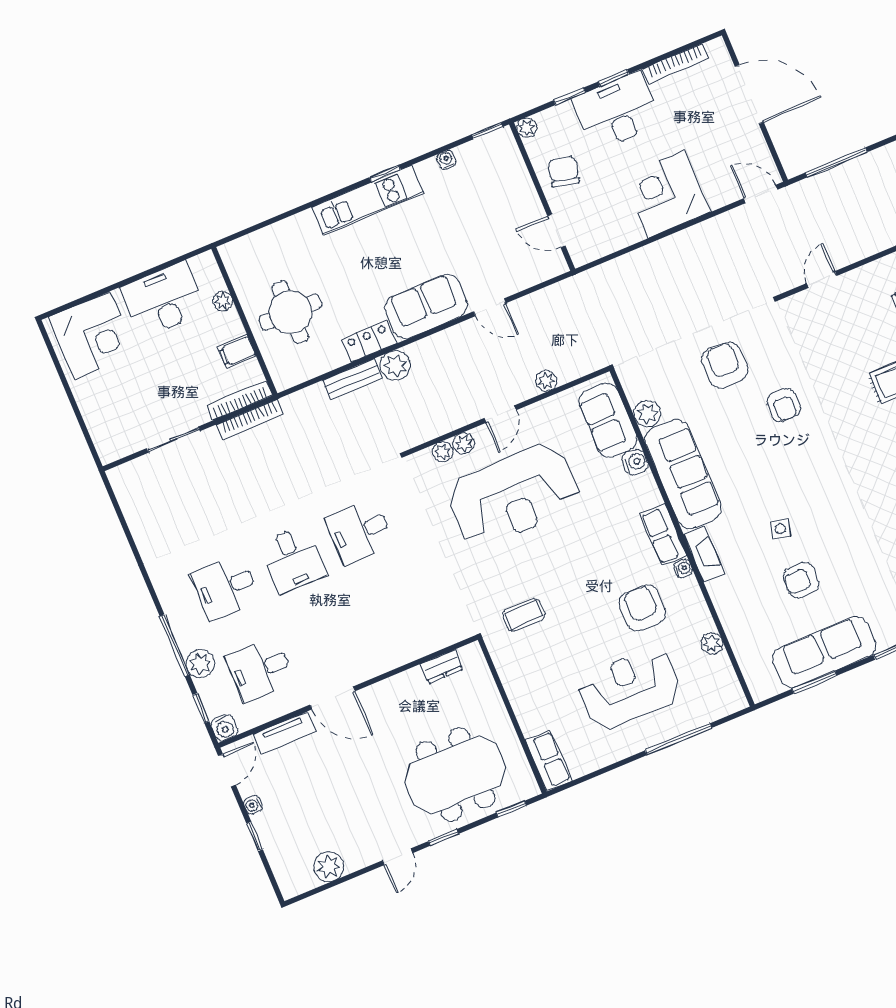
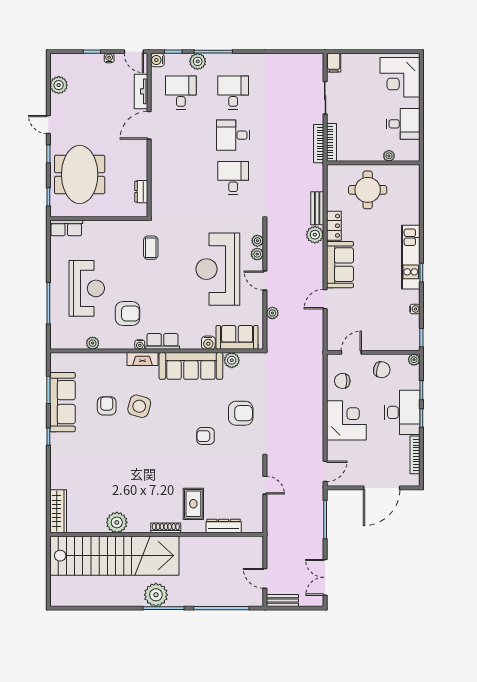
chair: (607, 226) -> (342, 381), added
desk: (163, 300) -> (403, 124), width x0.73
filing cabinet: (237, 351) -> (334, 63), moved, turned 180
side table: (780, 529) -> (139, 406), width x1.87, depth x1.87

